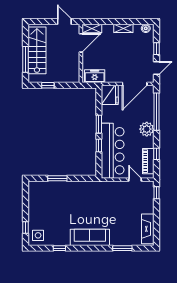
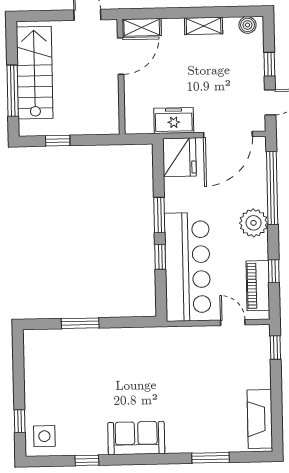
freezer: (95, 76) -> (174, 121), moved
sofa: (90, 237) -> (136, 438), width x0.73

